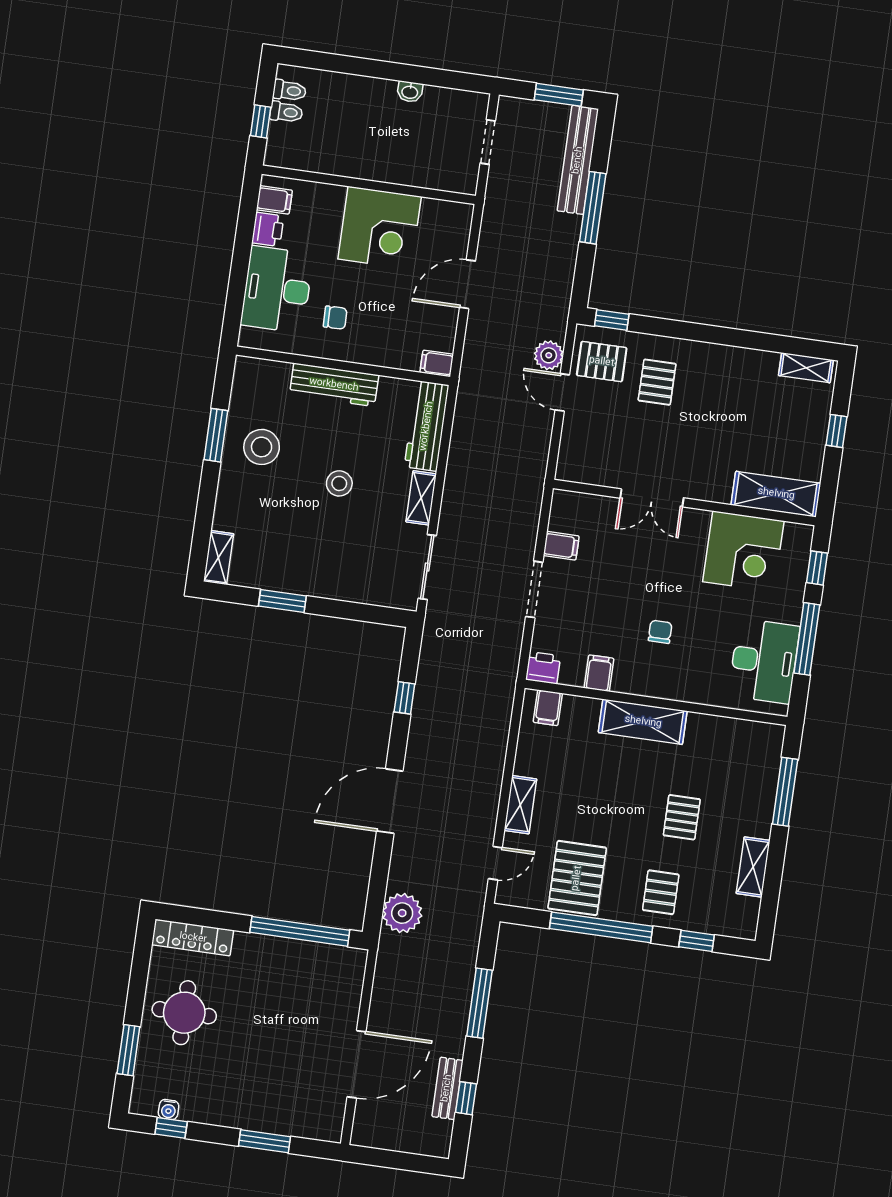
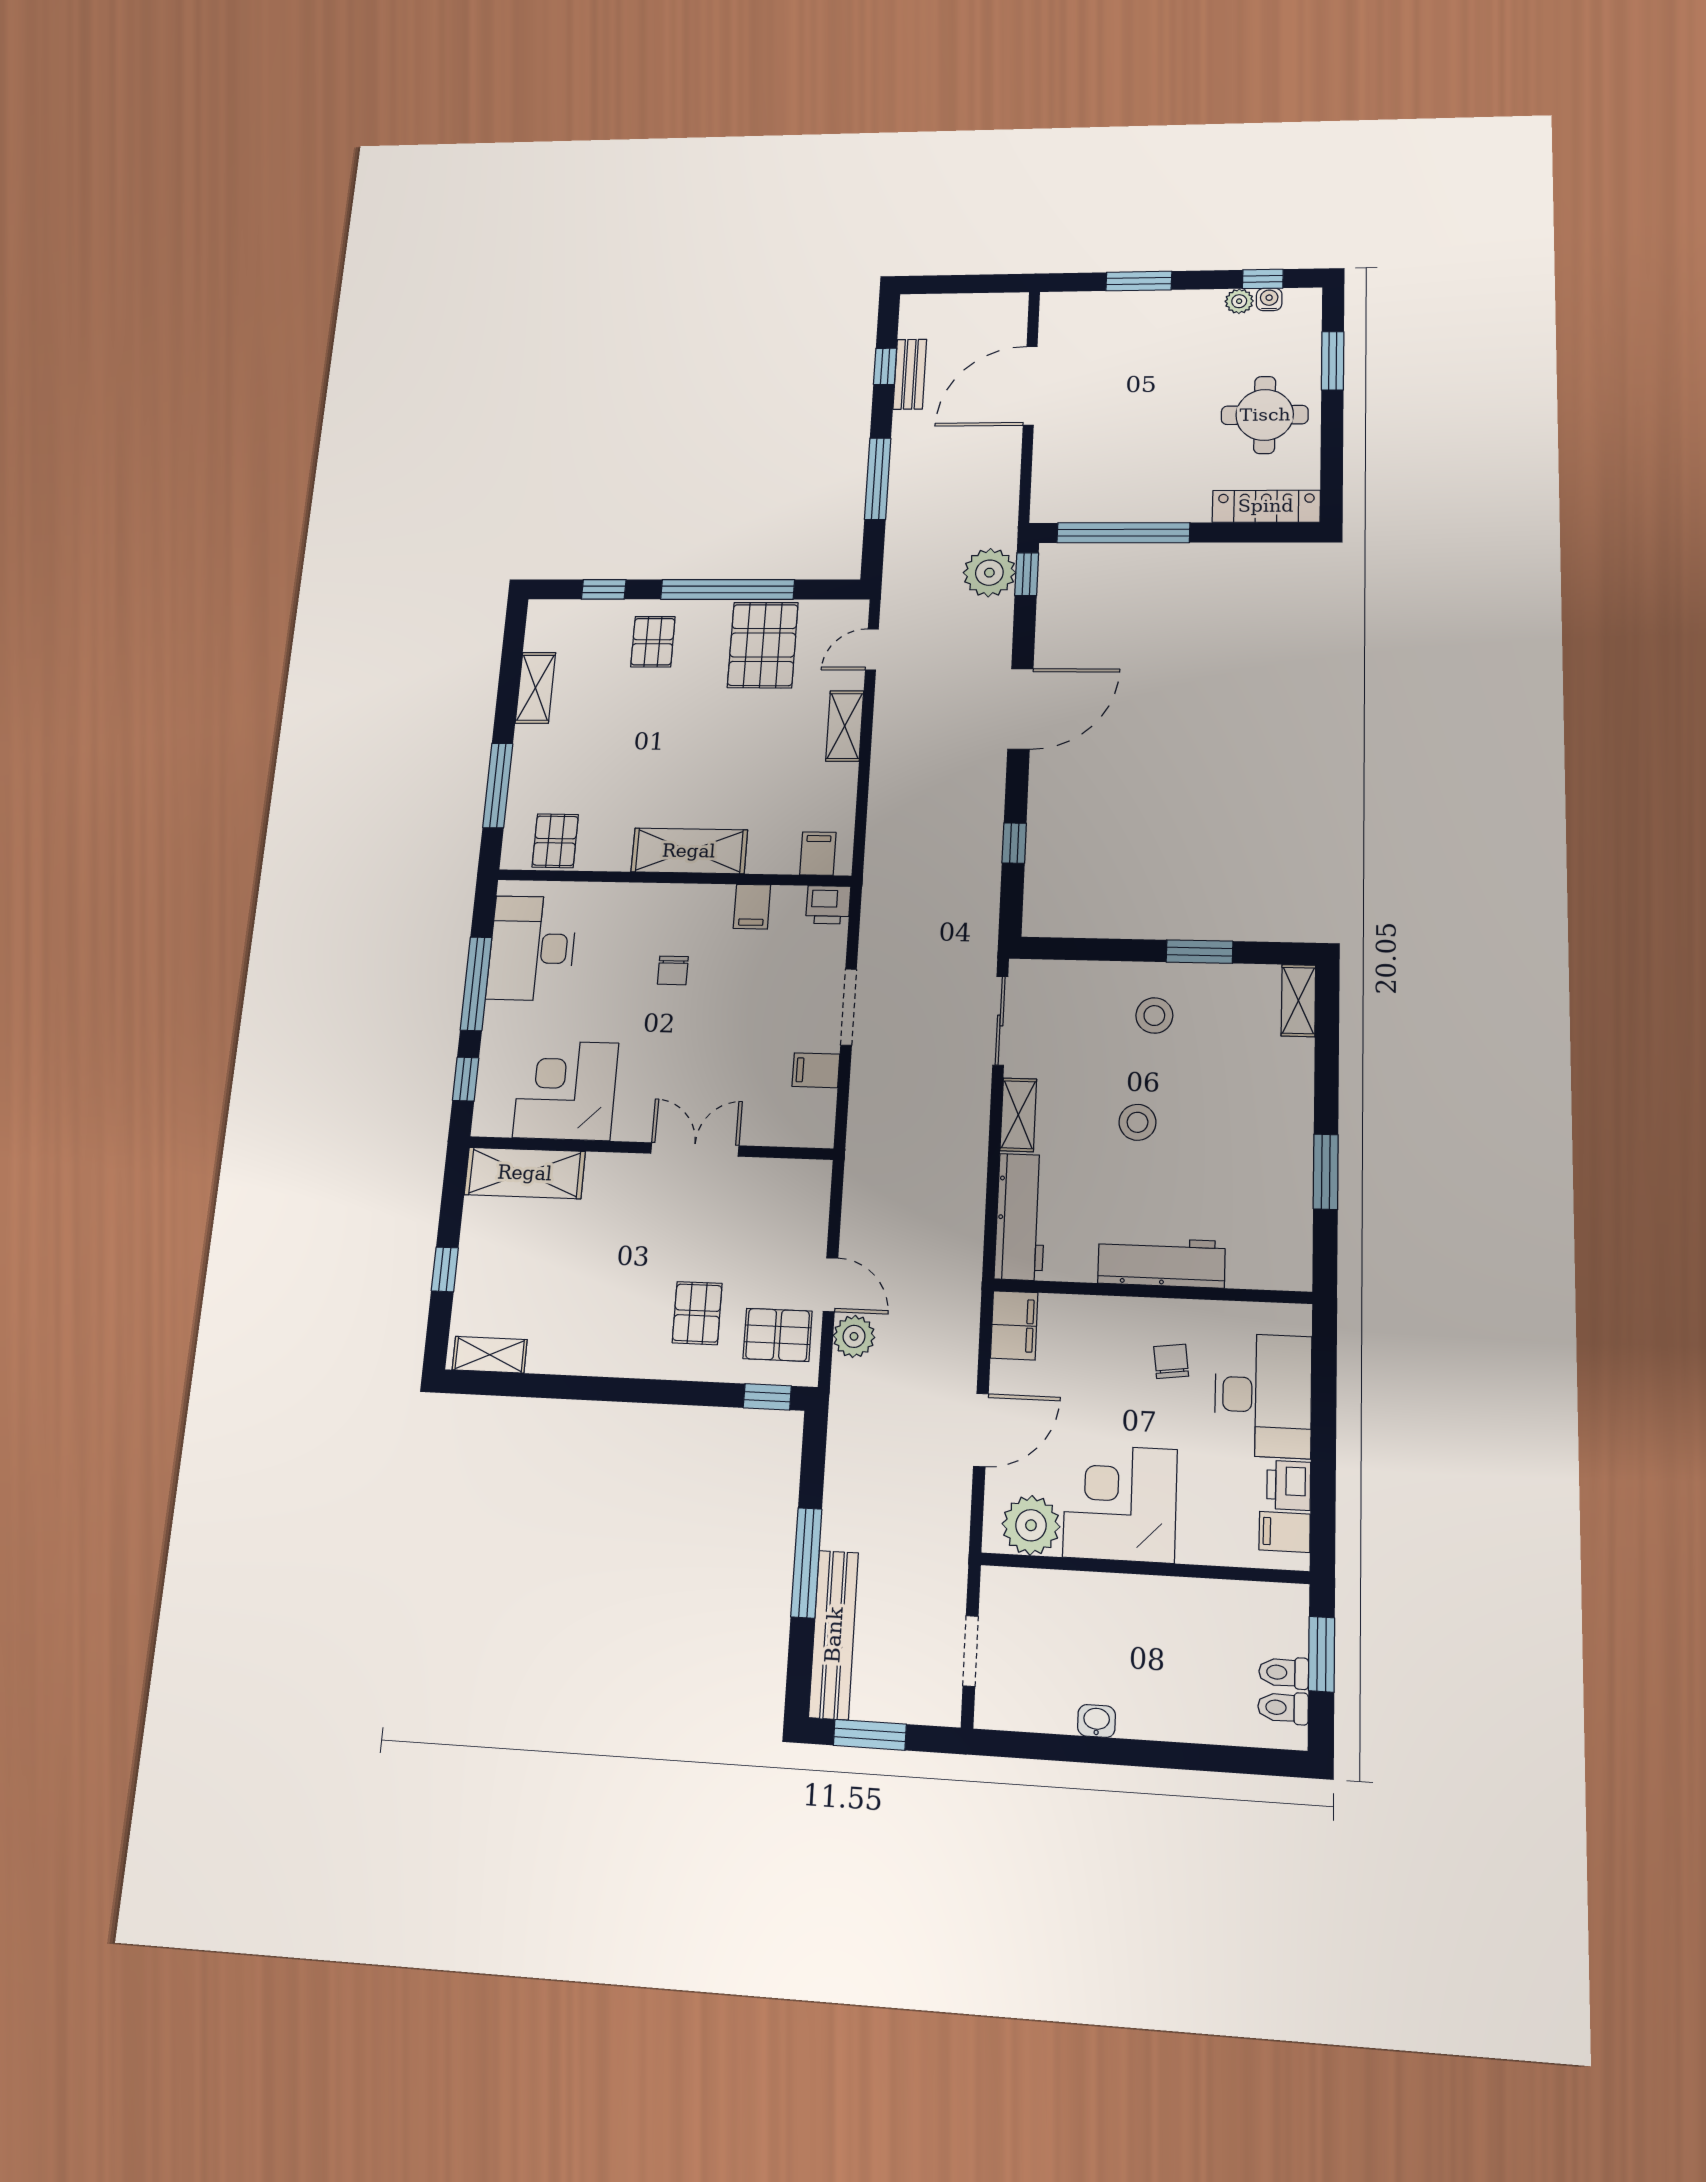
window: (261, 121) -> (1322, 1654), width x1.50
plant: (440, 219) -> (1031, 1525), added
chair: (335, 318) -> (1171, 1361), turned 84
filing cabinet: (437, 363) -> (1014, 1325), width x2.00
stool: (262, 447) -> (1154, 1016), moved, width x0.73, depth x0.73
pallet: (682, 817) -> (555, 841), moved
window: (375, 908) -> (1027, 574), added
plant: (191, 1112) -> (1239, 301), added

